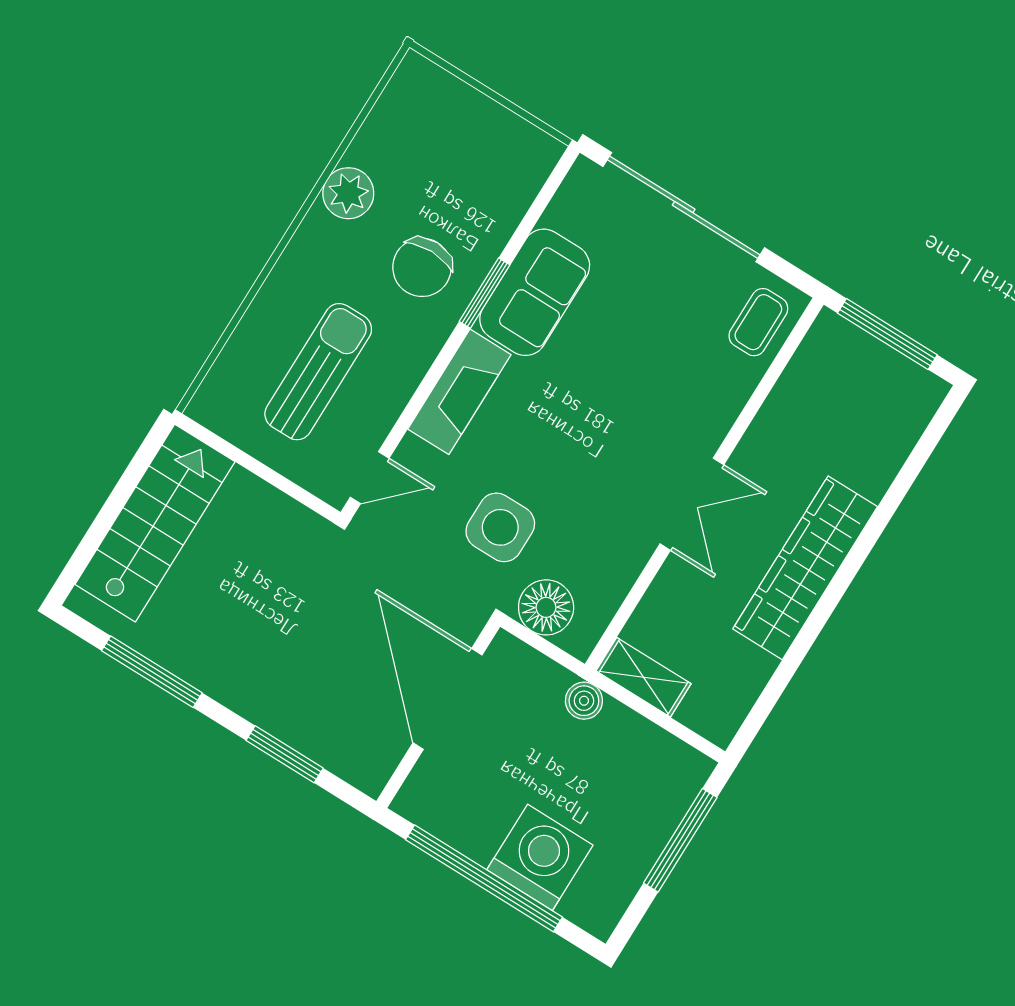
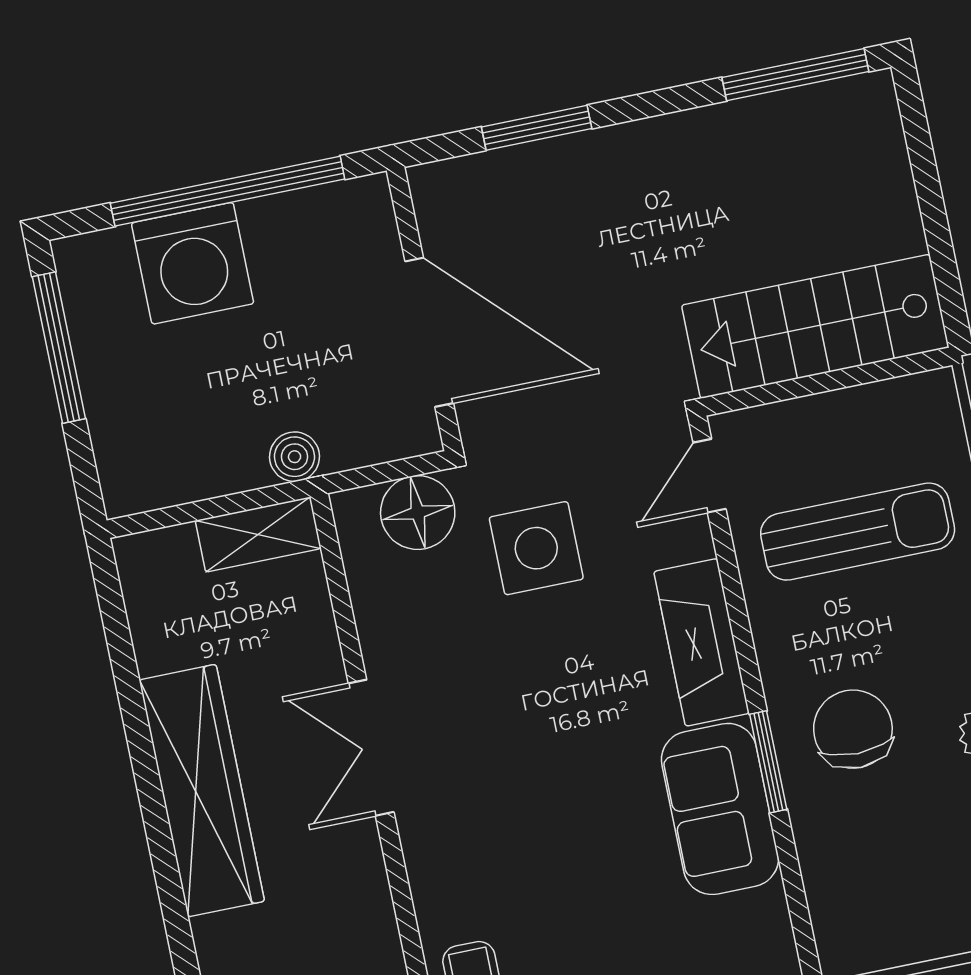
sun lounger: (318, 372) -> (858, 532), turned -90
stairs: (155, 523) -> (815, 326), moved, turned 90
window: (152, 672) -> (795, 75), moved
window: (680, 840) -> (59, 348), moved

